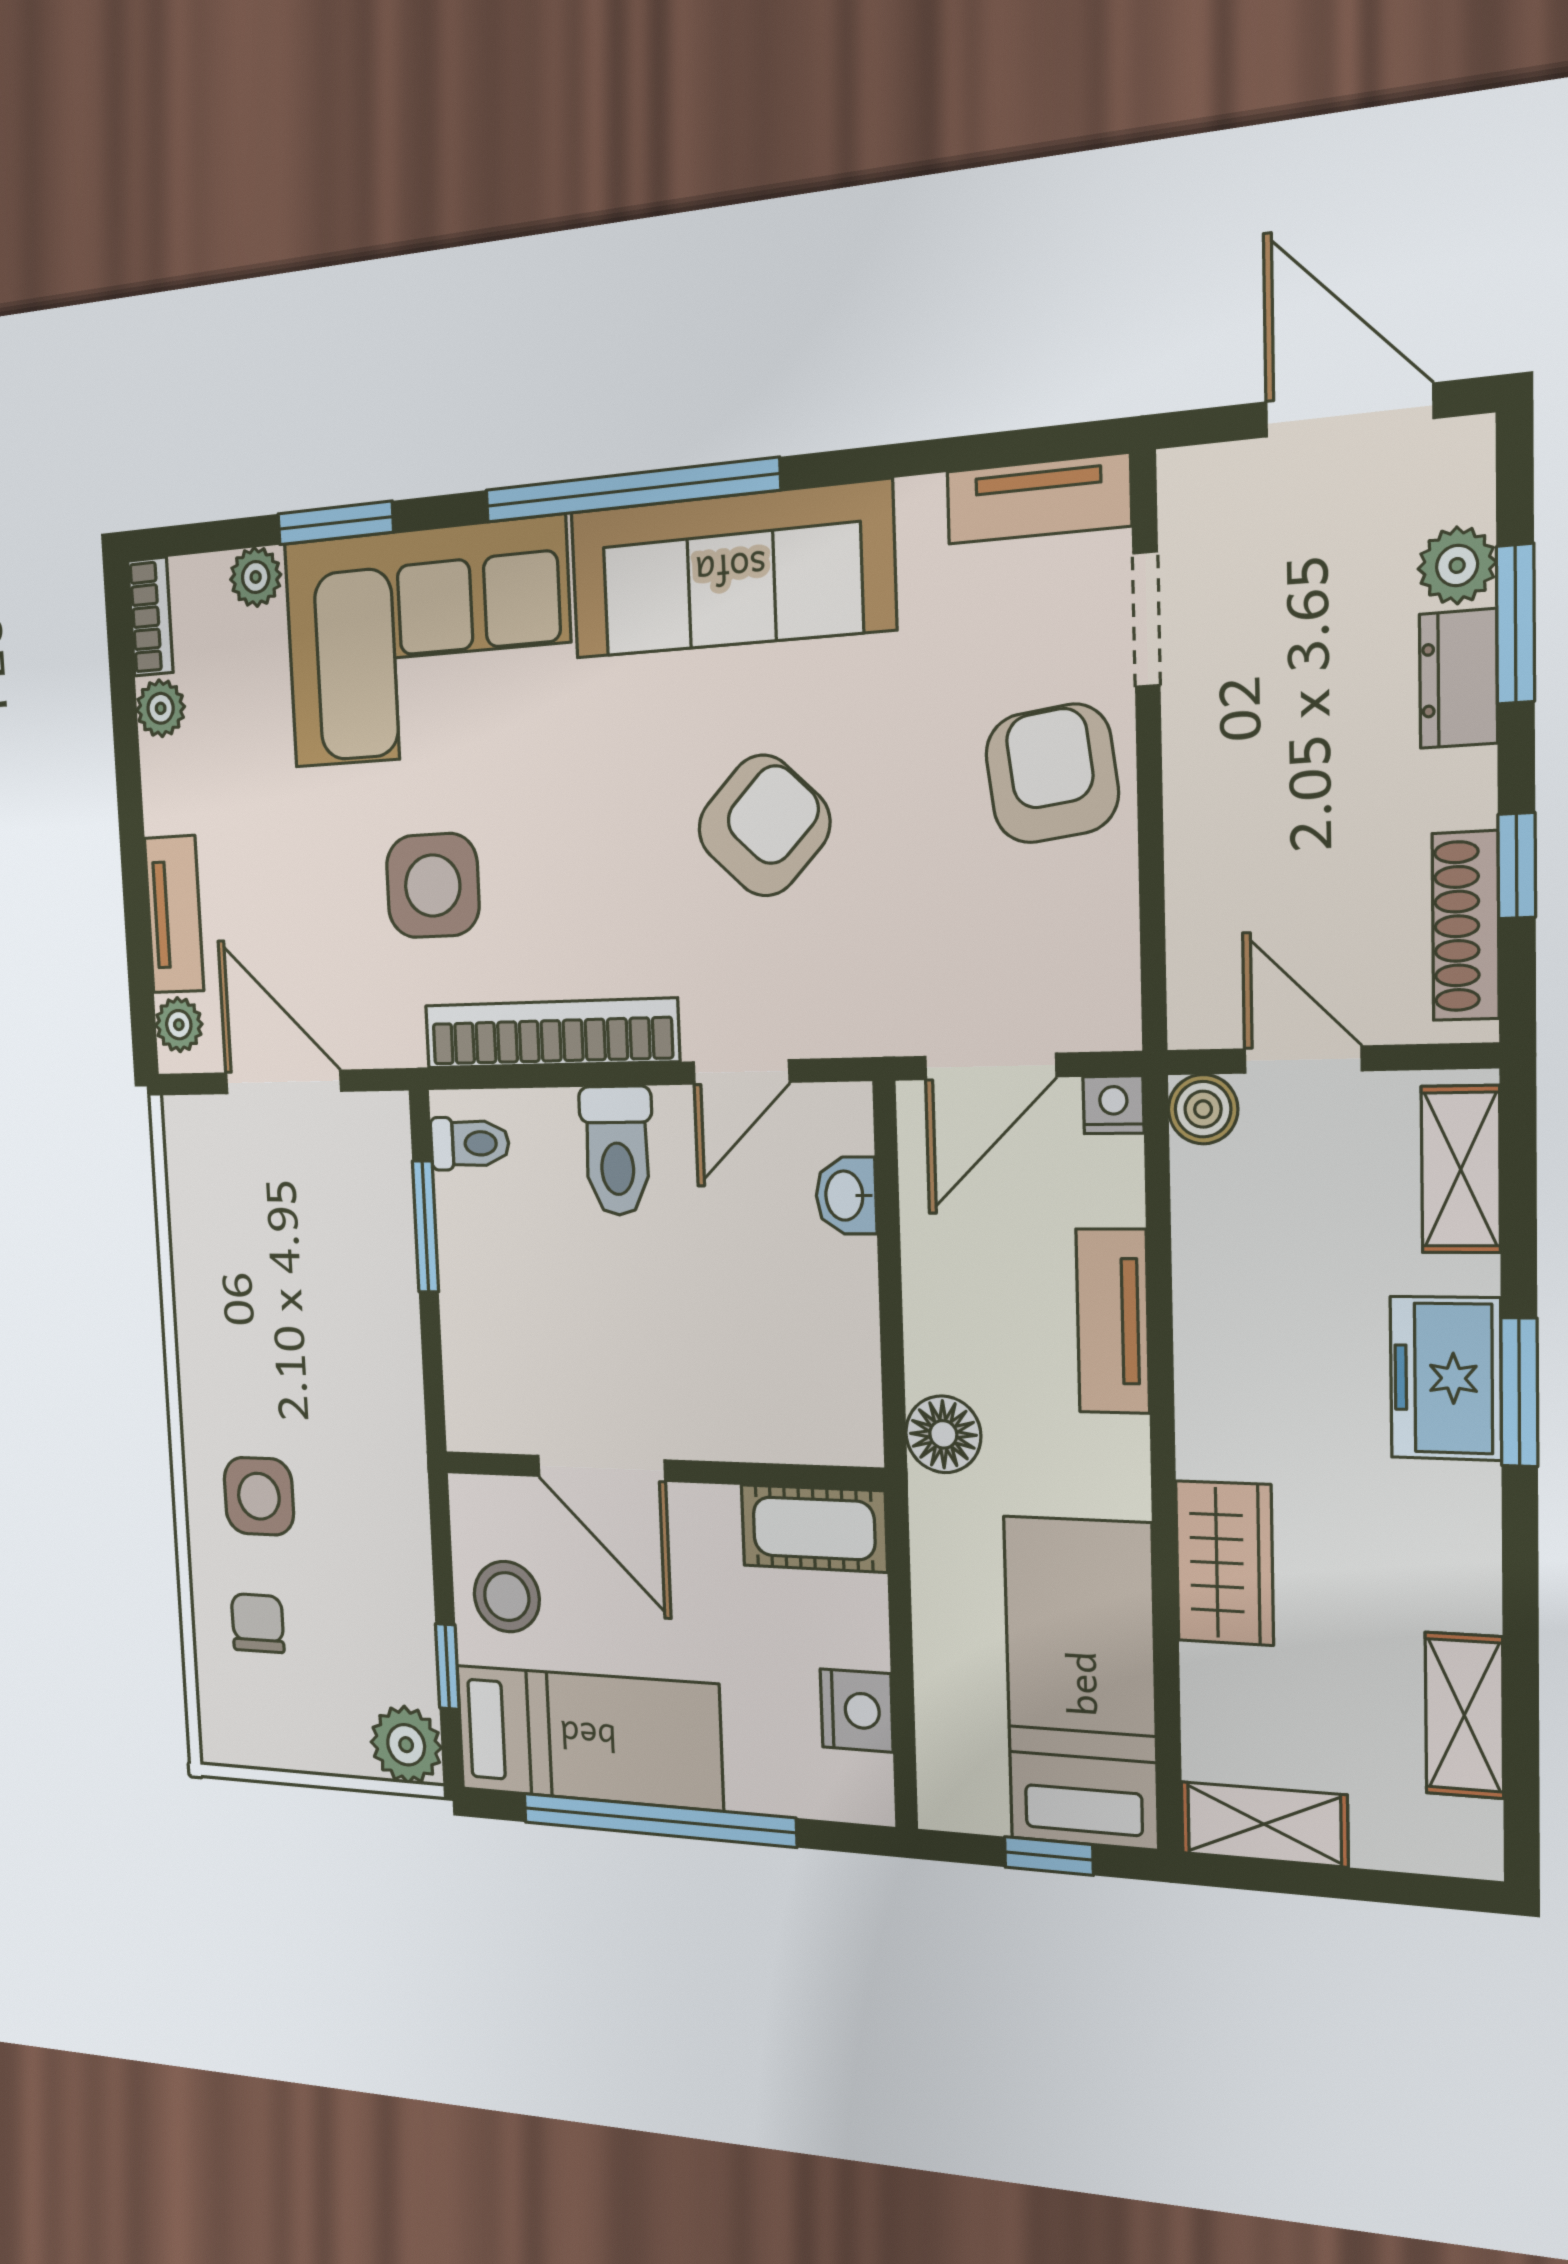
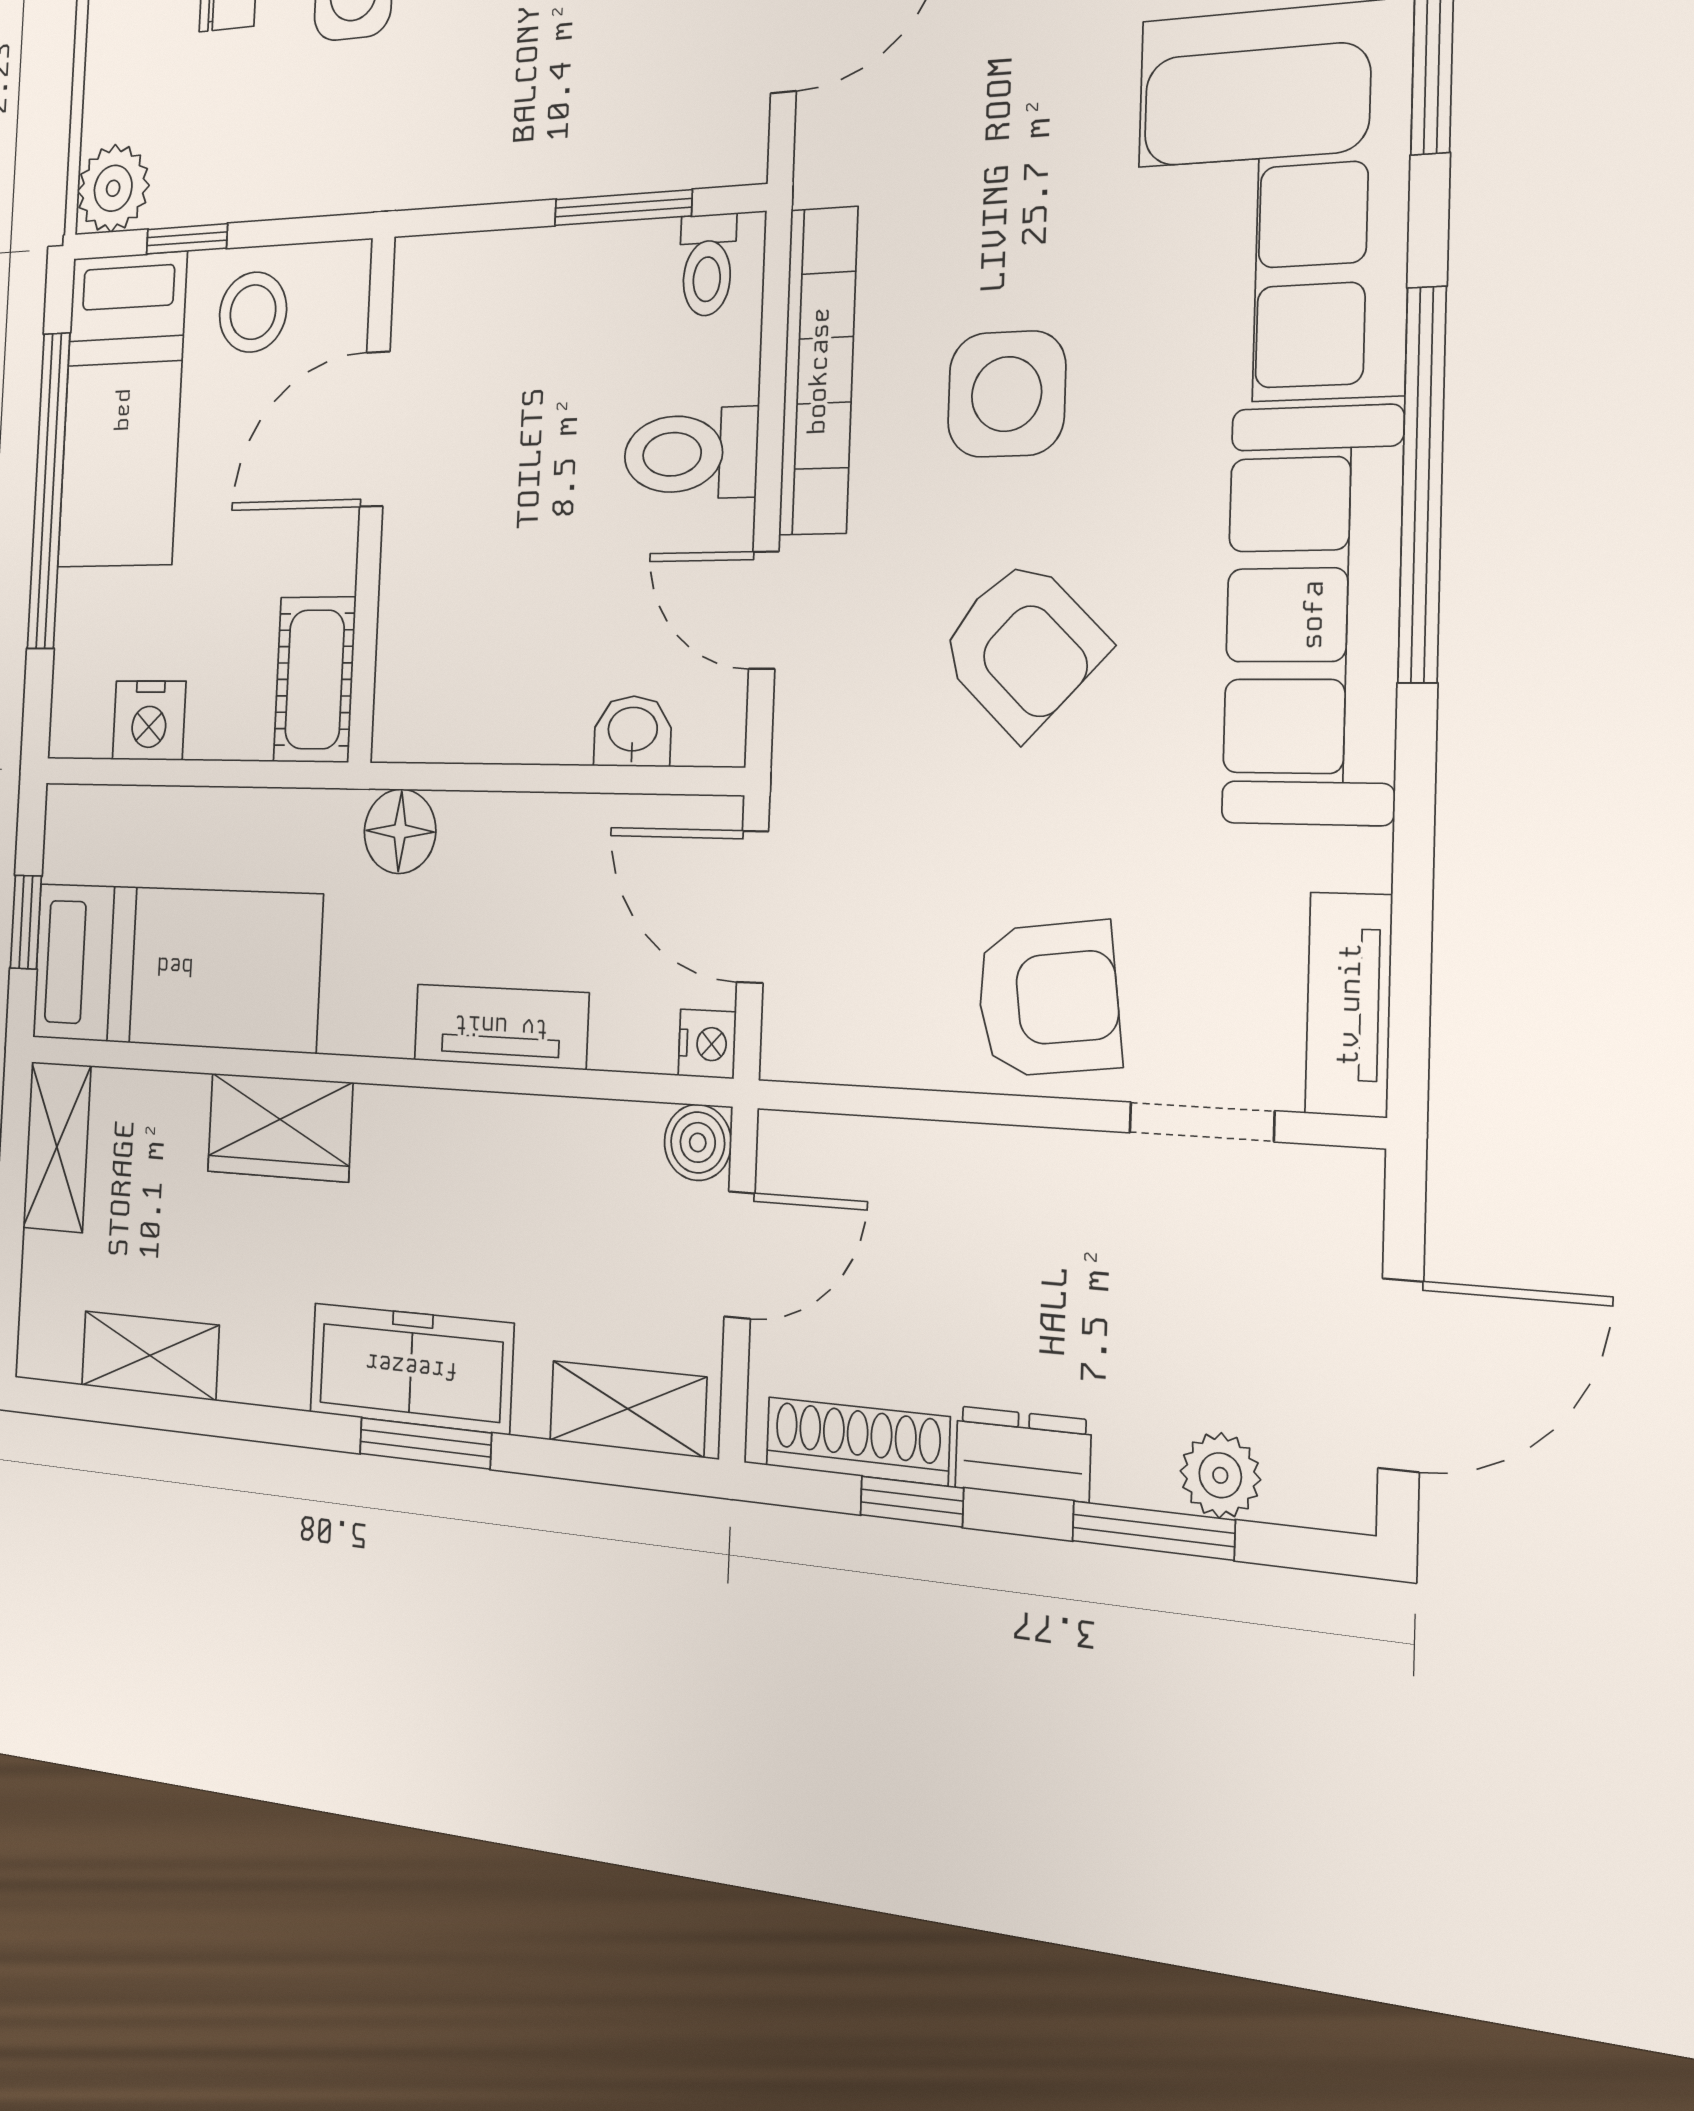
dresser: (1458, 679) -> (1023, 1454), moved
side table: (433, 886) -> (1007, 394), moved
freezer: (1446, 1378) -> (411, 1368), width x1.40

